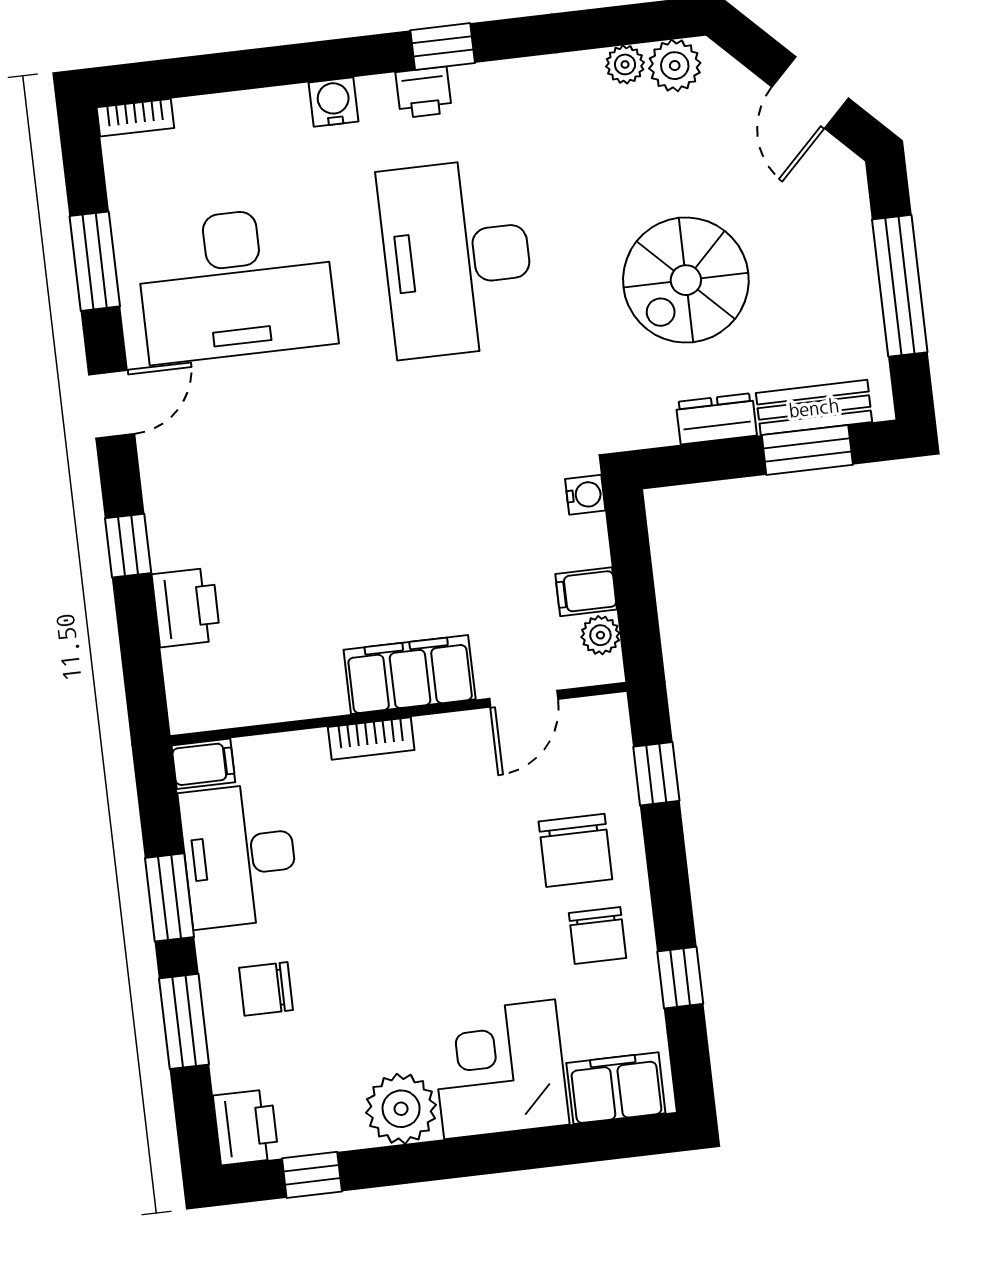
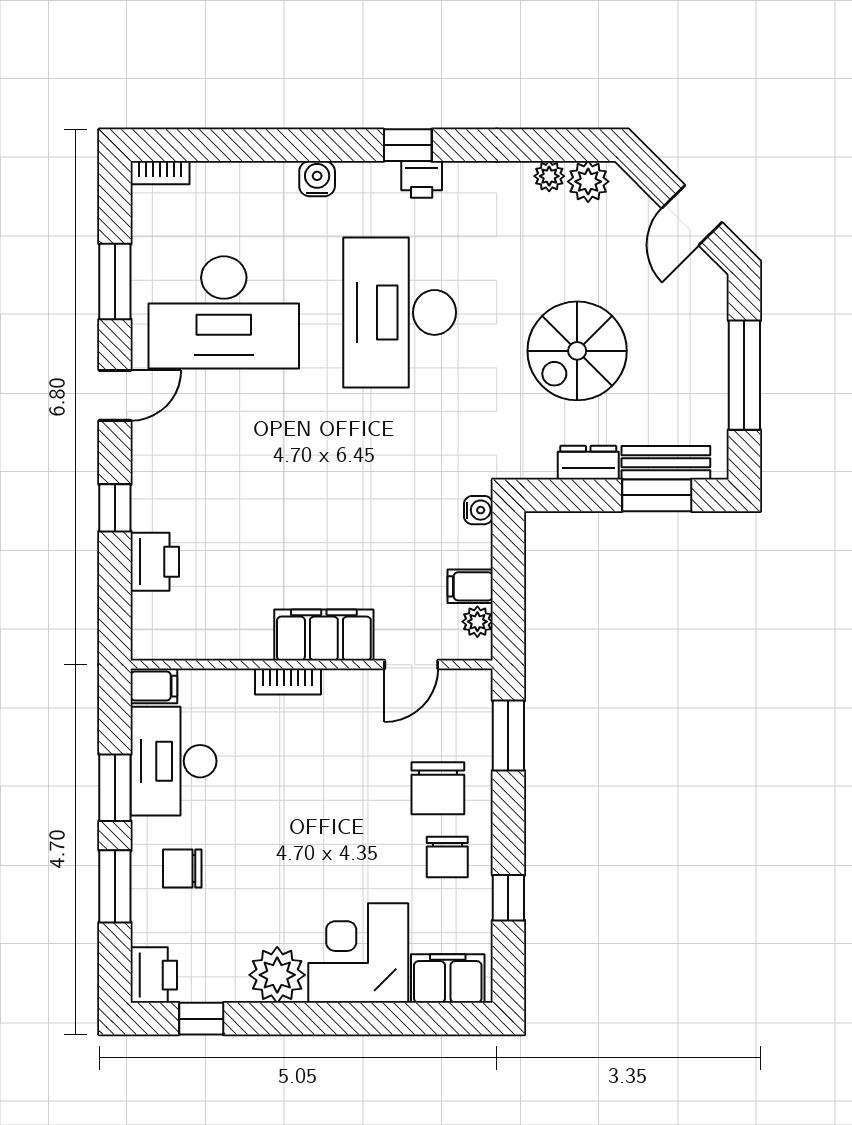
printer: (424, 92) -> (422, 179), moved
window: (656, 774) -> (508, 736), width x1.50

